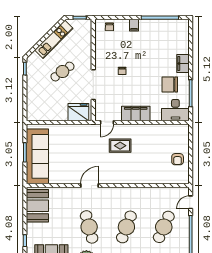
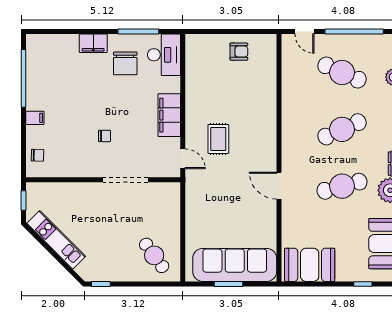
cafe table: (62, 72) -> (154, 255), moved
fridge: (78, 112) -> (167, 203), removed
cafe table: (126, 227) -> (342, 129), turned -45

